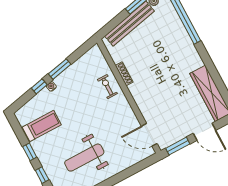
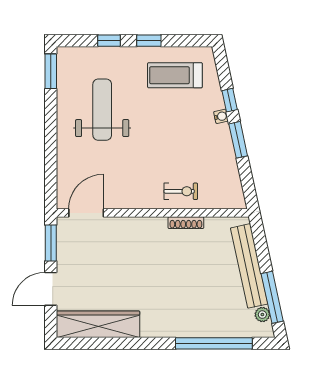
treadmill: (42, 126) -> (175, 75), turned 90

